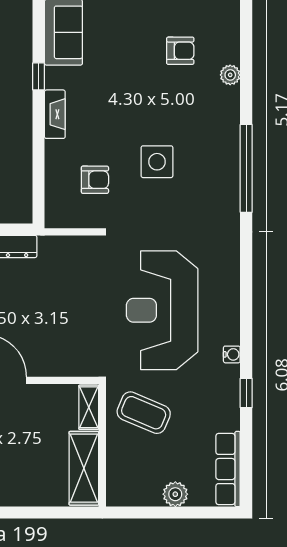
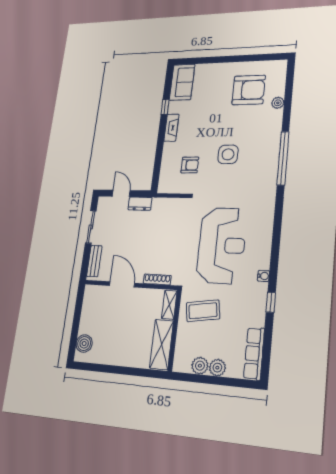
armchair: (180, 51) -> (249, 90), width x1.88, depth x1.88
reception desk: (162, 310) -> (222, 245), turned 180
shoe rack: (64, 369) -> (157, 279), added
coffee table: (144, 413) -> (203, 311), turned -32
plant: (148, 494) -> (200, 366), added

